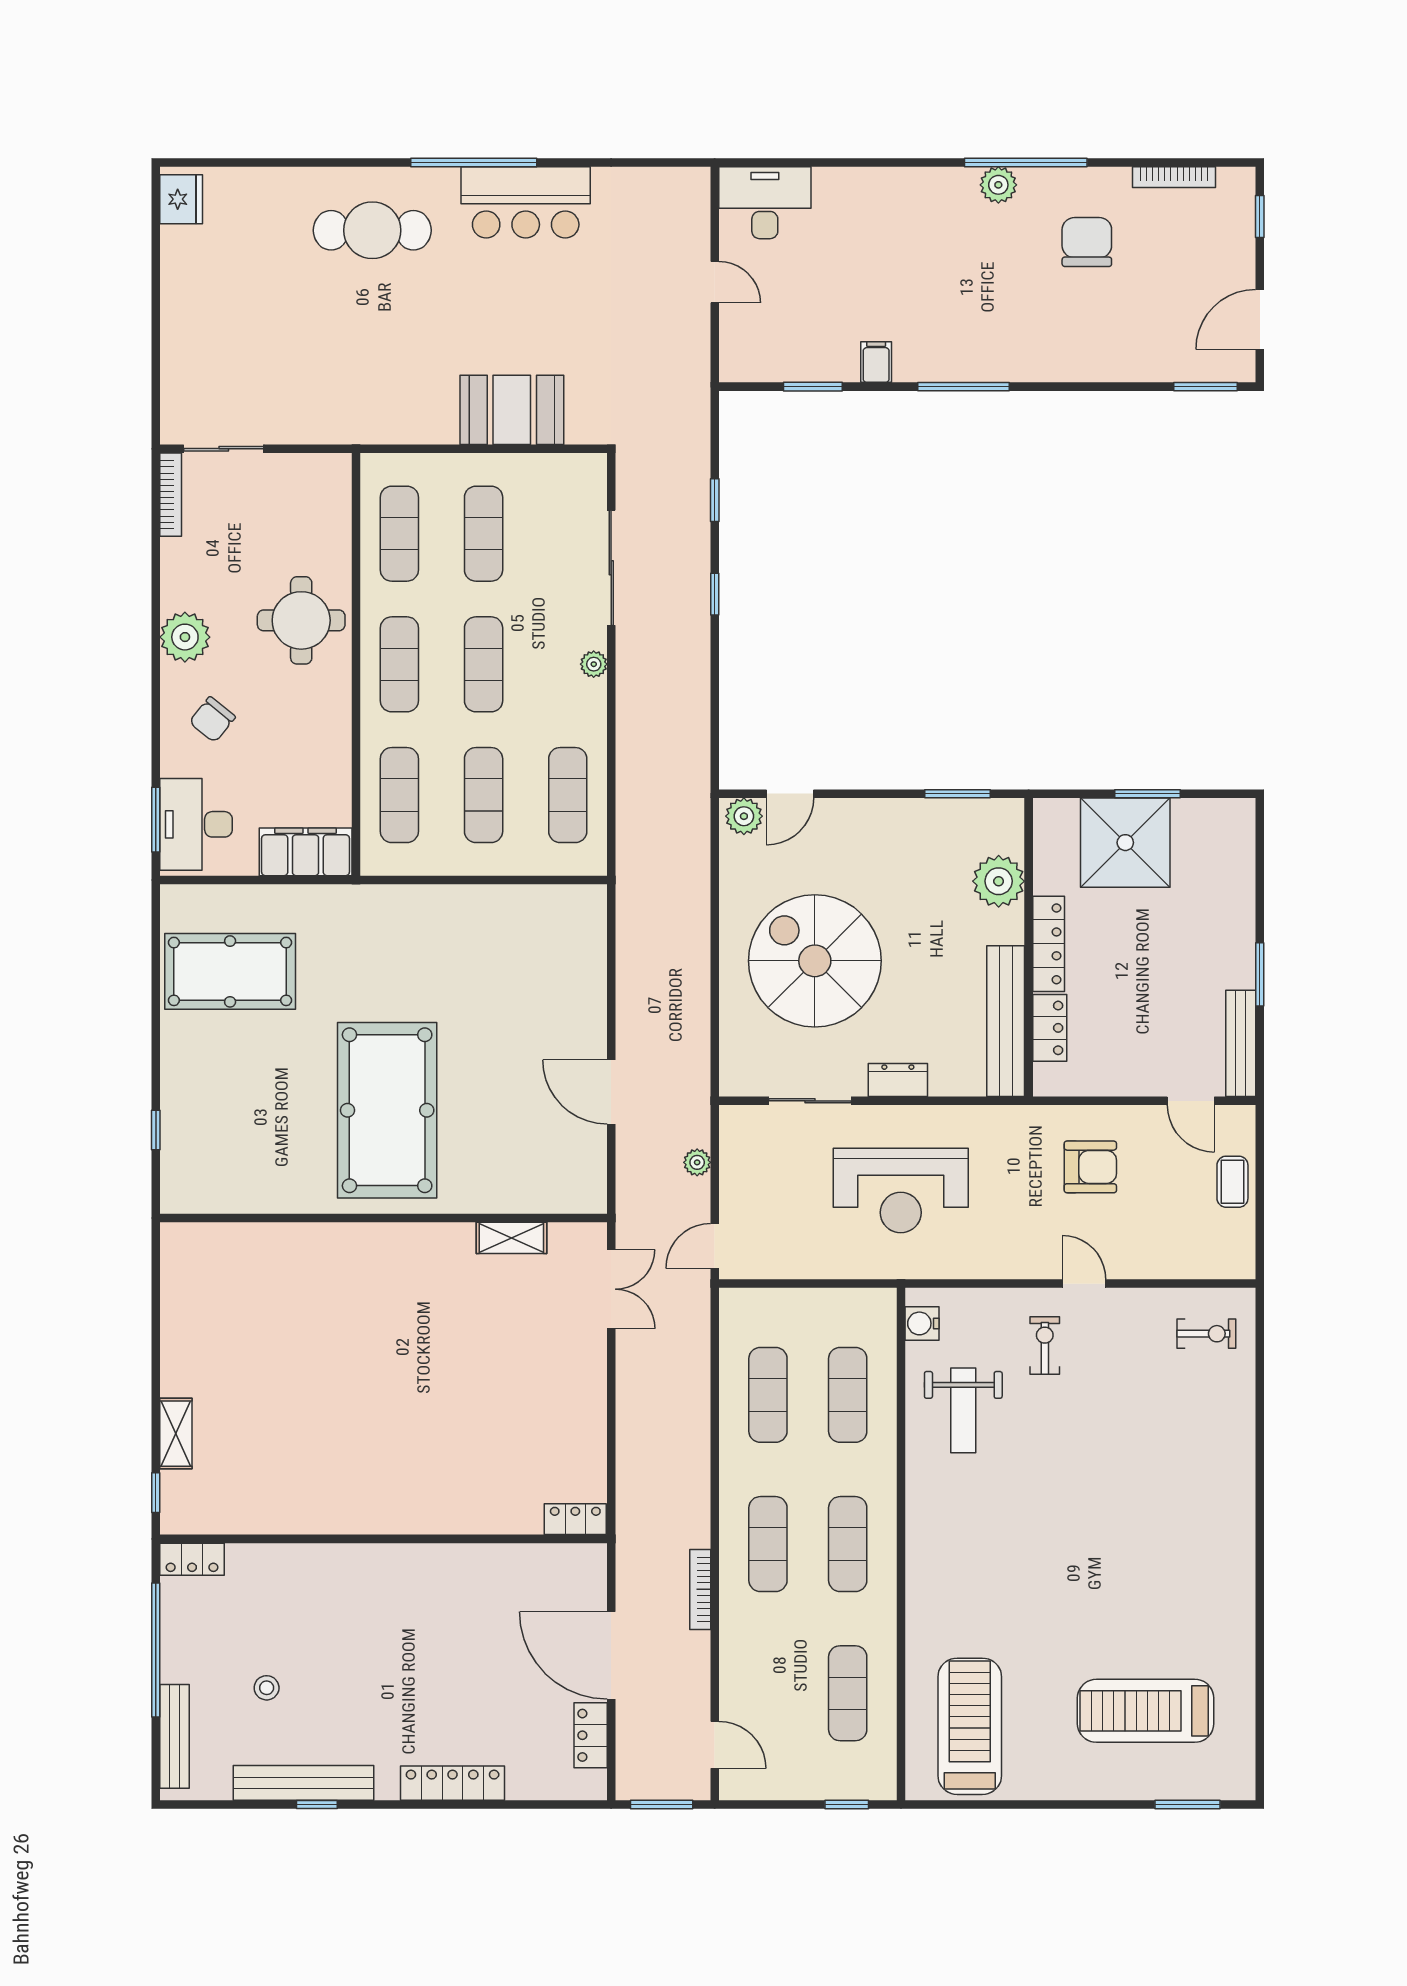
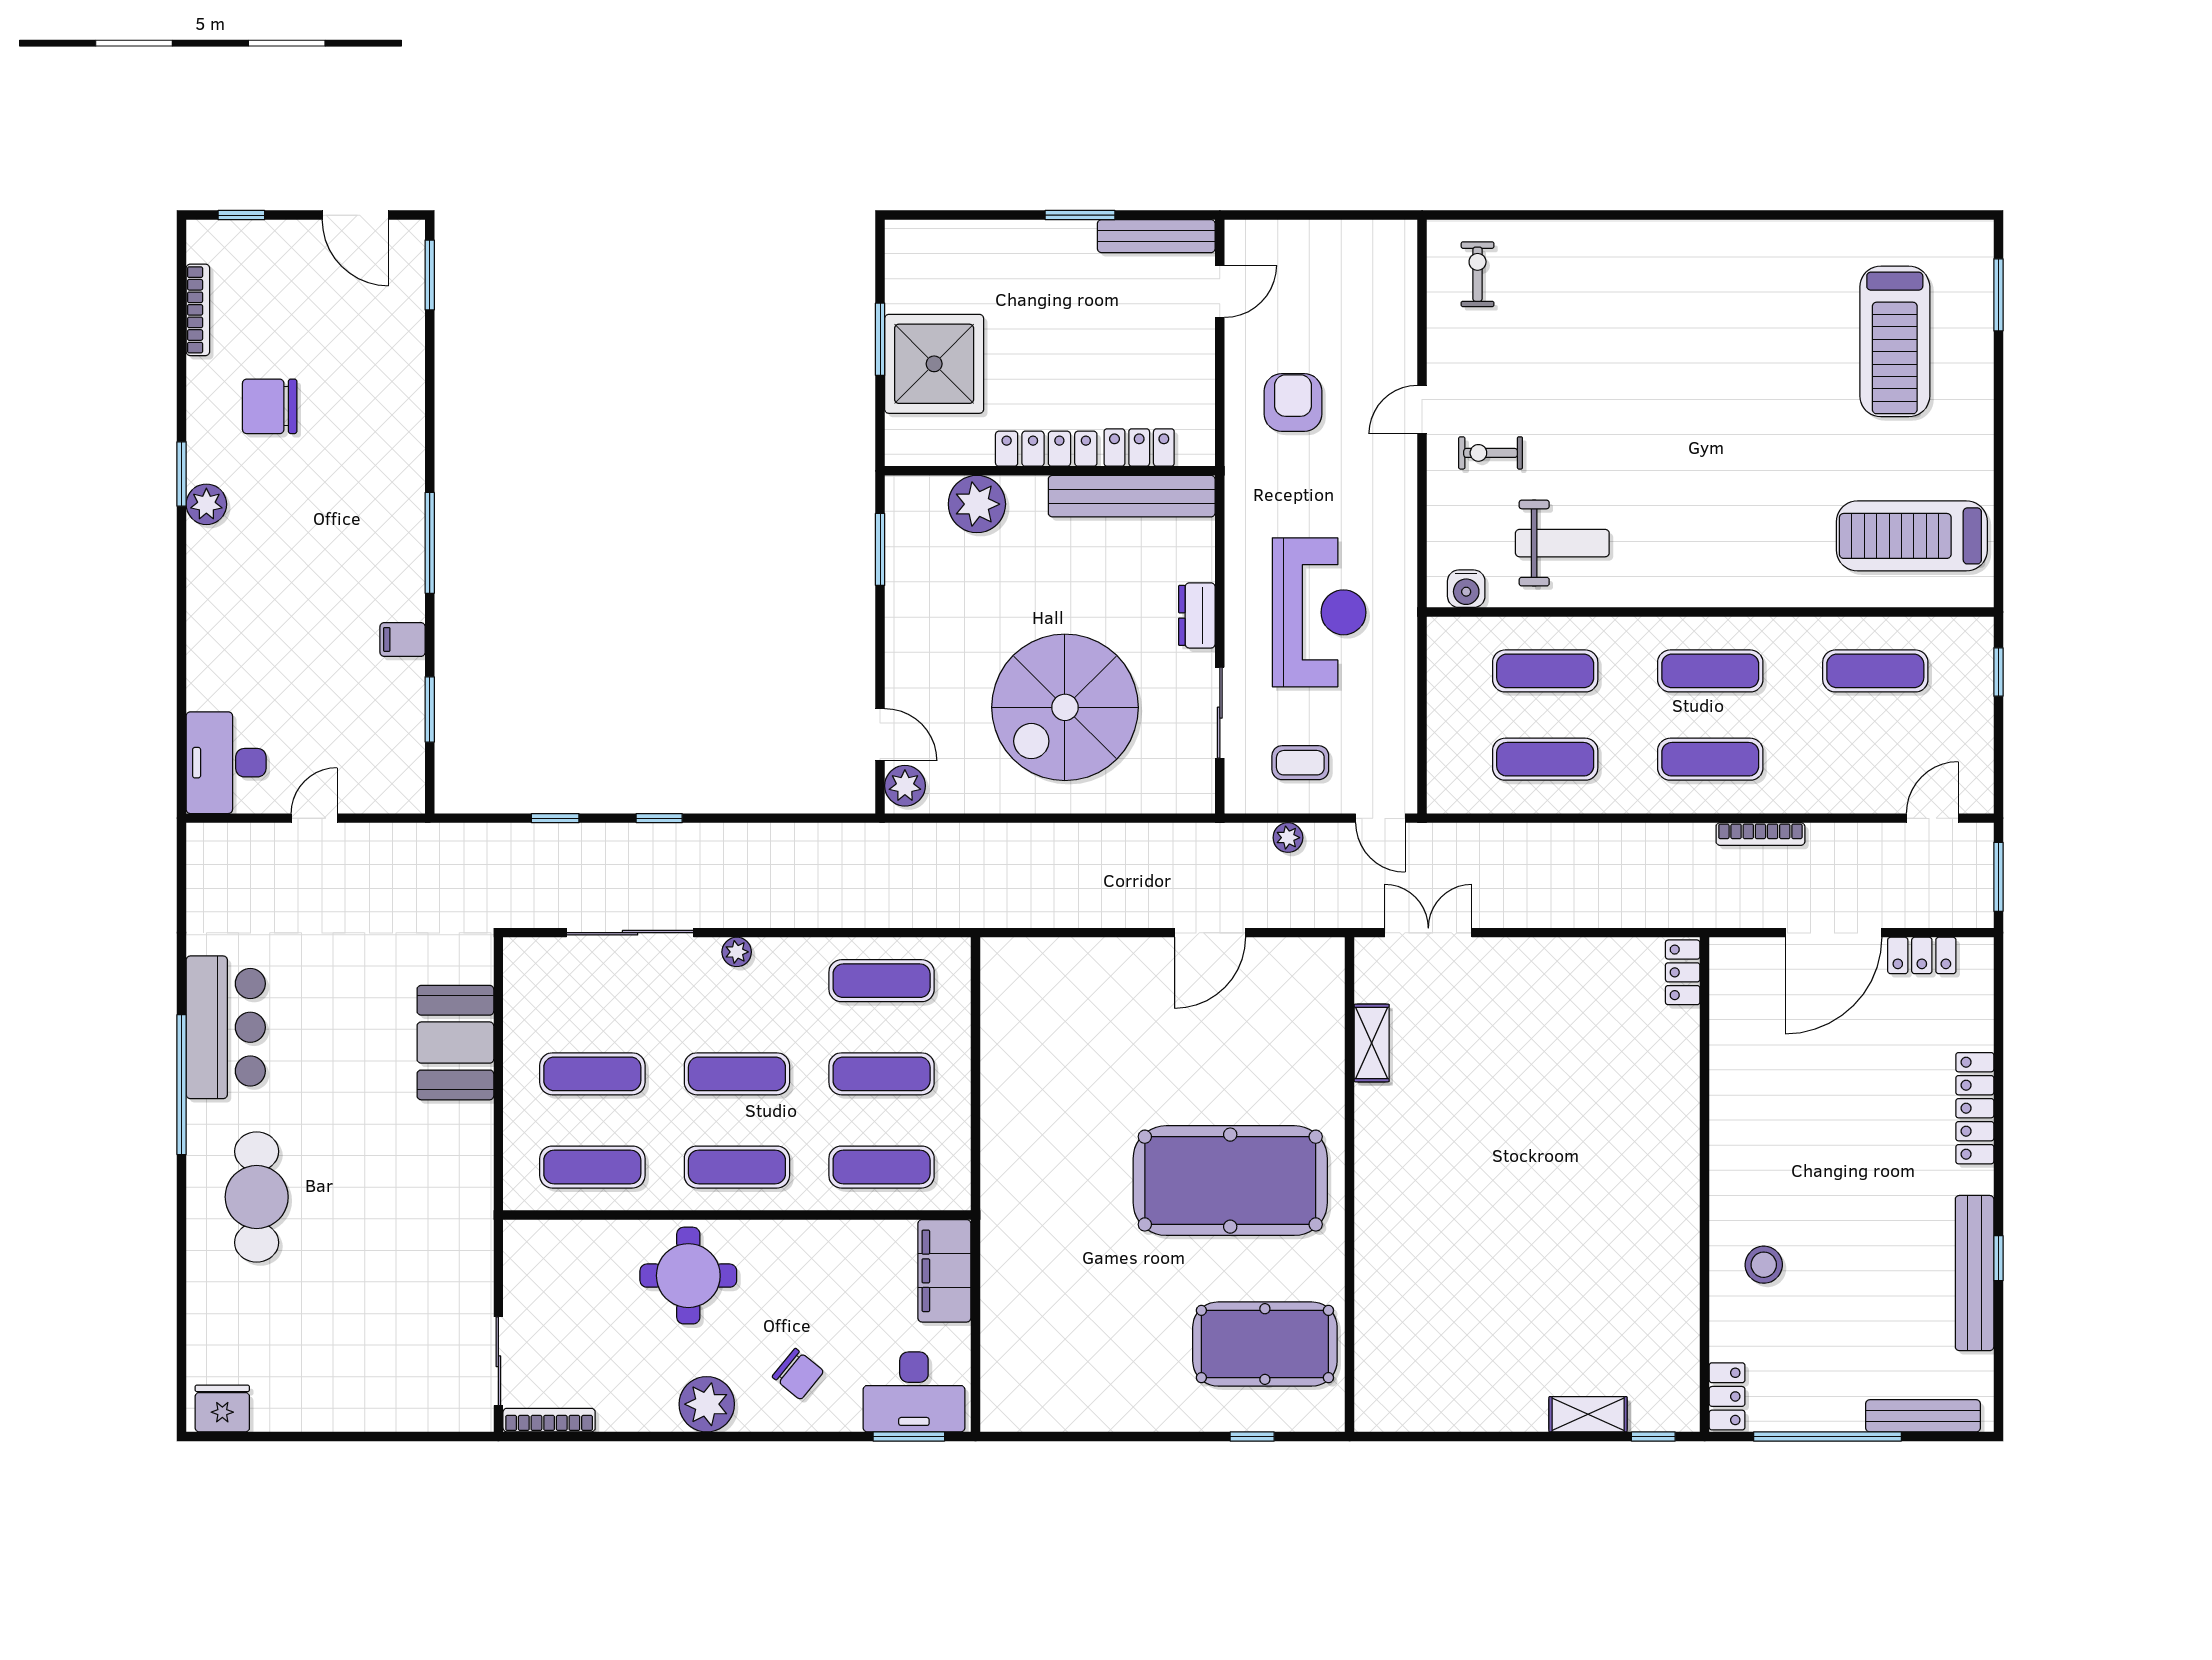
window: (1026, 162) -> (182, 474), width x0.47
pool table: (230, 971) -> (1265, 1344), moved, turned 90
coffee table: (1232, 1182) -> (1300, 763), moved
stool: (267, 1688) -> (1764, 1265), moved, width x1.37, depth x1.37

